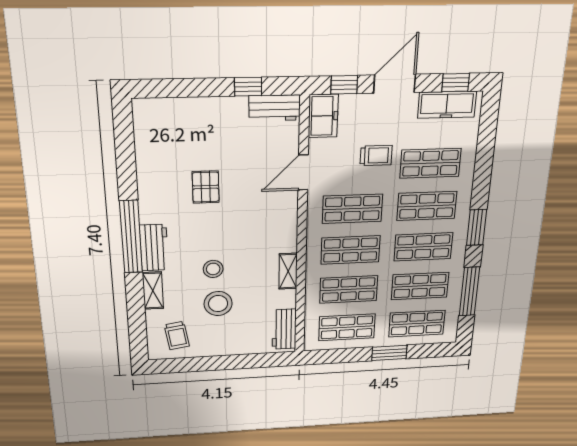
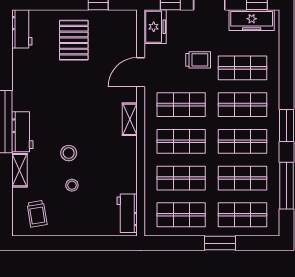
workbench: (275, 108) -> (22, 29), moved, turned -90
pallet: (206, 187) -> (74, 40), moved, width x1.50, depth x1.42
shelving: (288, 271) -> (130, 119), moved
stool: (218, 304) -> (72, 185), width x0.53, depth x0.53

